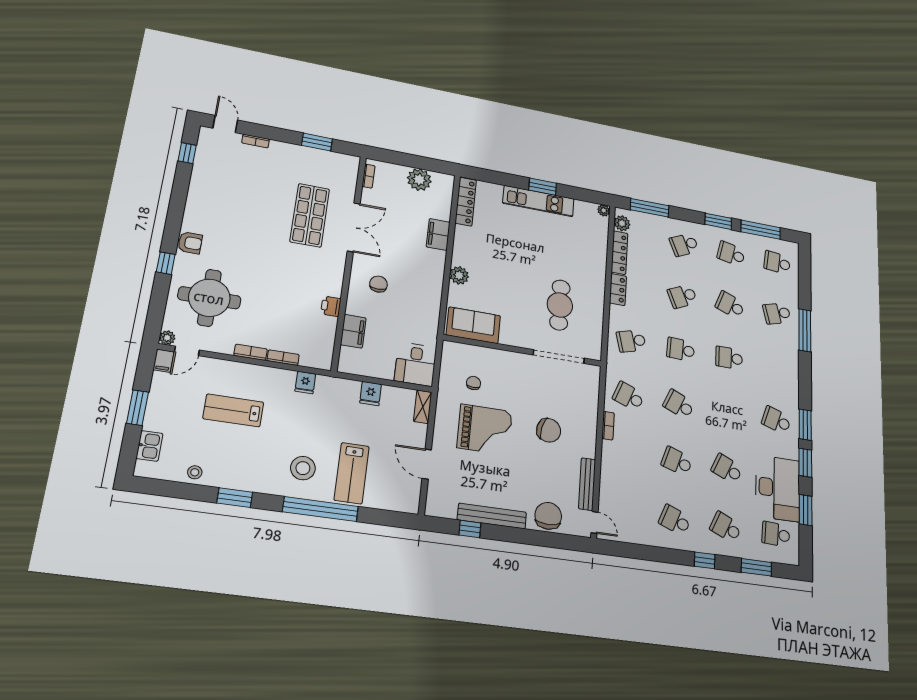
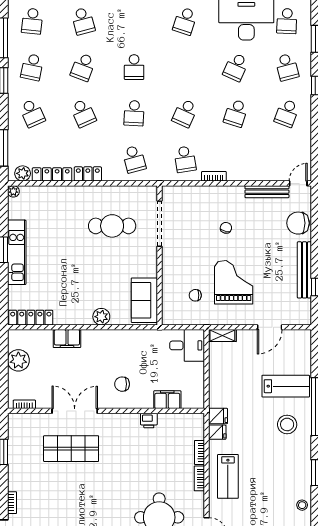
fridge: (371, 394) -> (218, 416), moved
school desk: (629, 396) -> (185, 159), turned -30
lab bench: (233, 410) -> (228, 476), moved
chair: (549, 430) -> (226, 228), width x0.54, depth x0.54
school desk: (726, 527) -> (287, 67), turned -39

